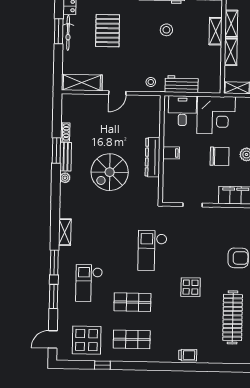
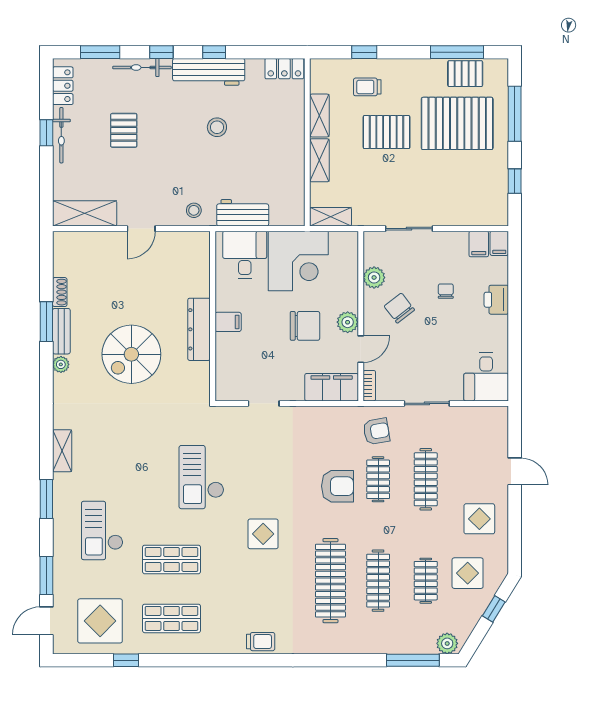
window: (59, 31) -> (46, 133), width x0.67
pallet: (108, 31) -> (124, 130), width x0.67, depth x0.71
shelving: (216, 31) -> (295, 128), removed
window: (54, 296) -> (46, 576), moved

